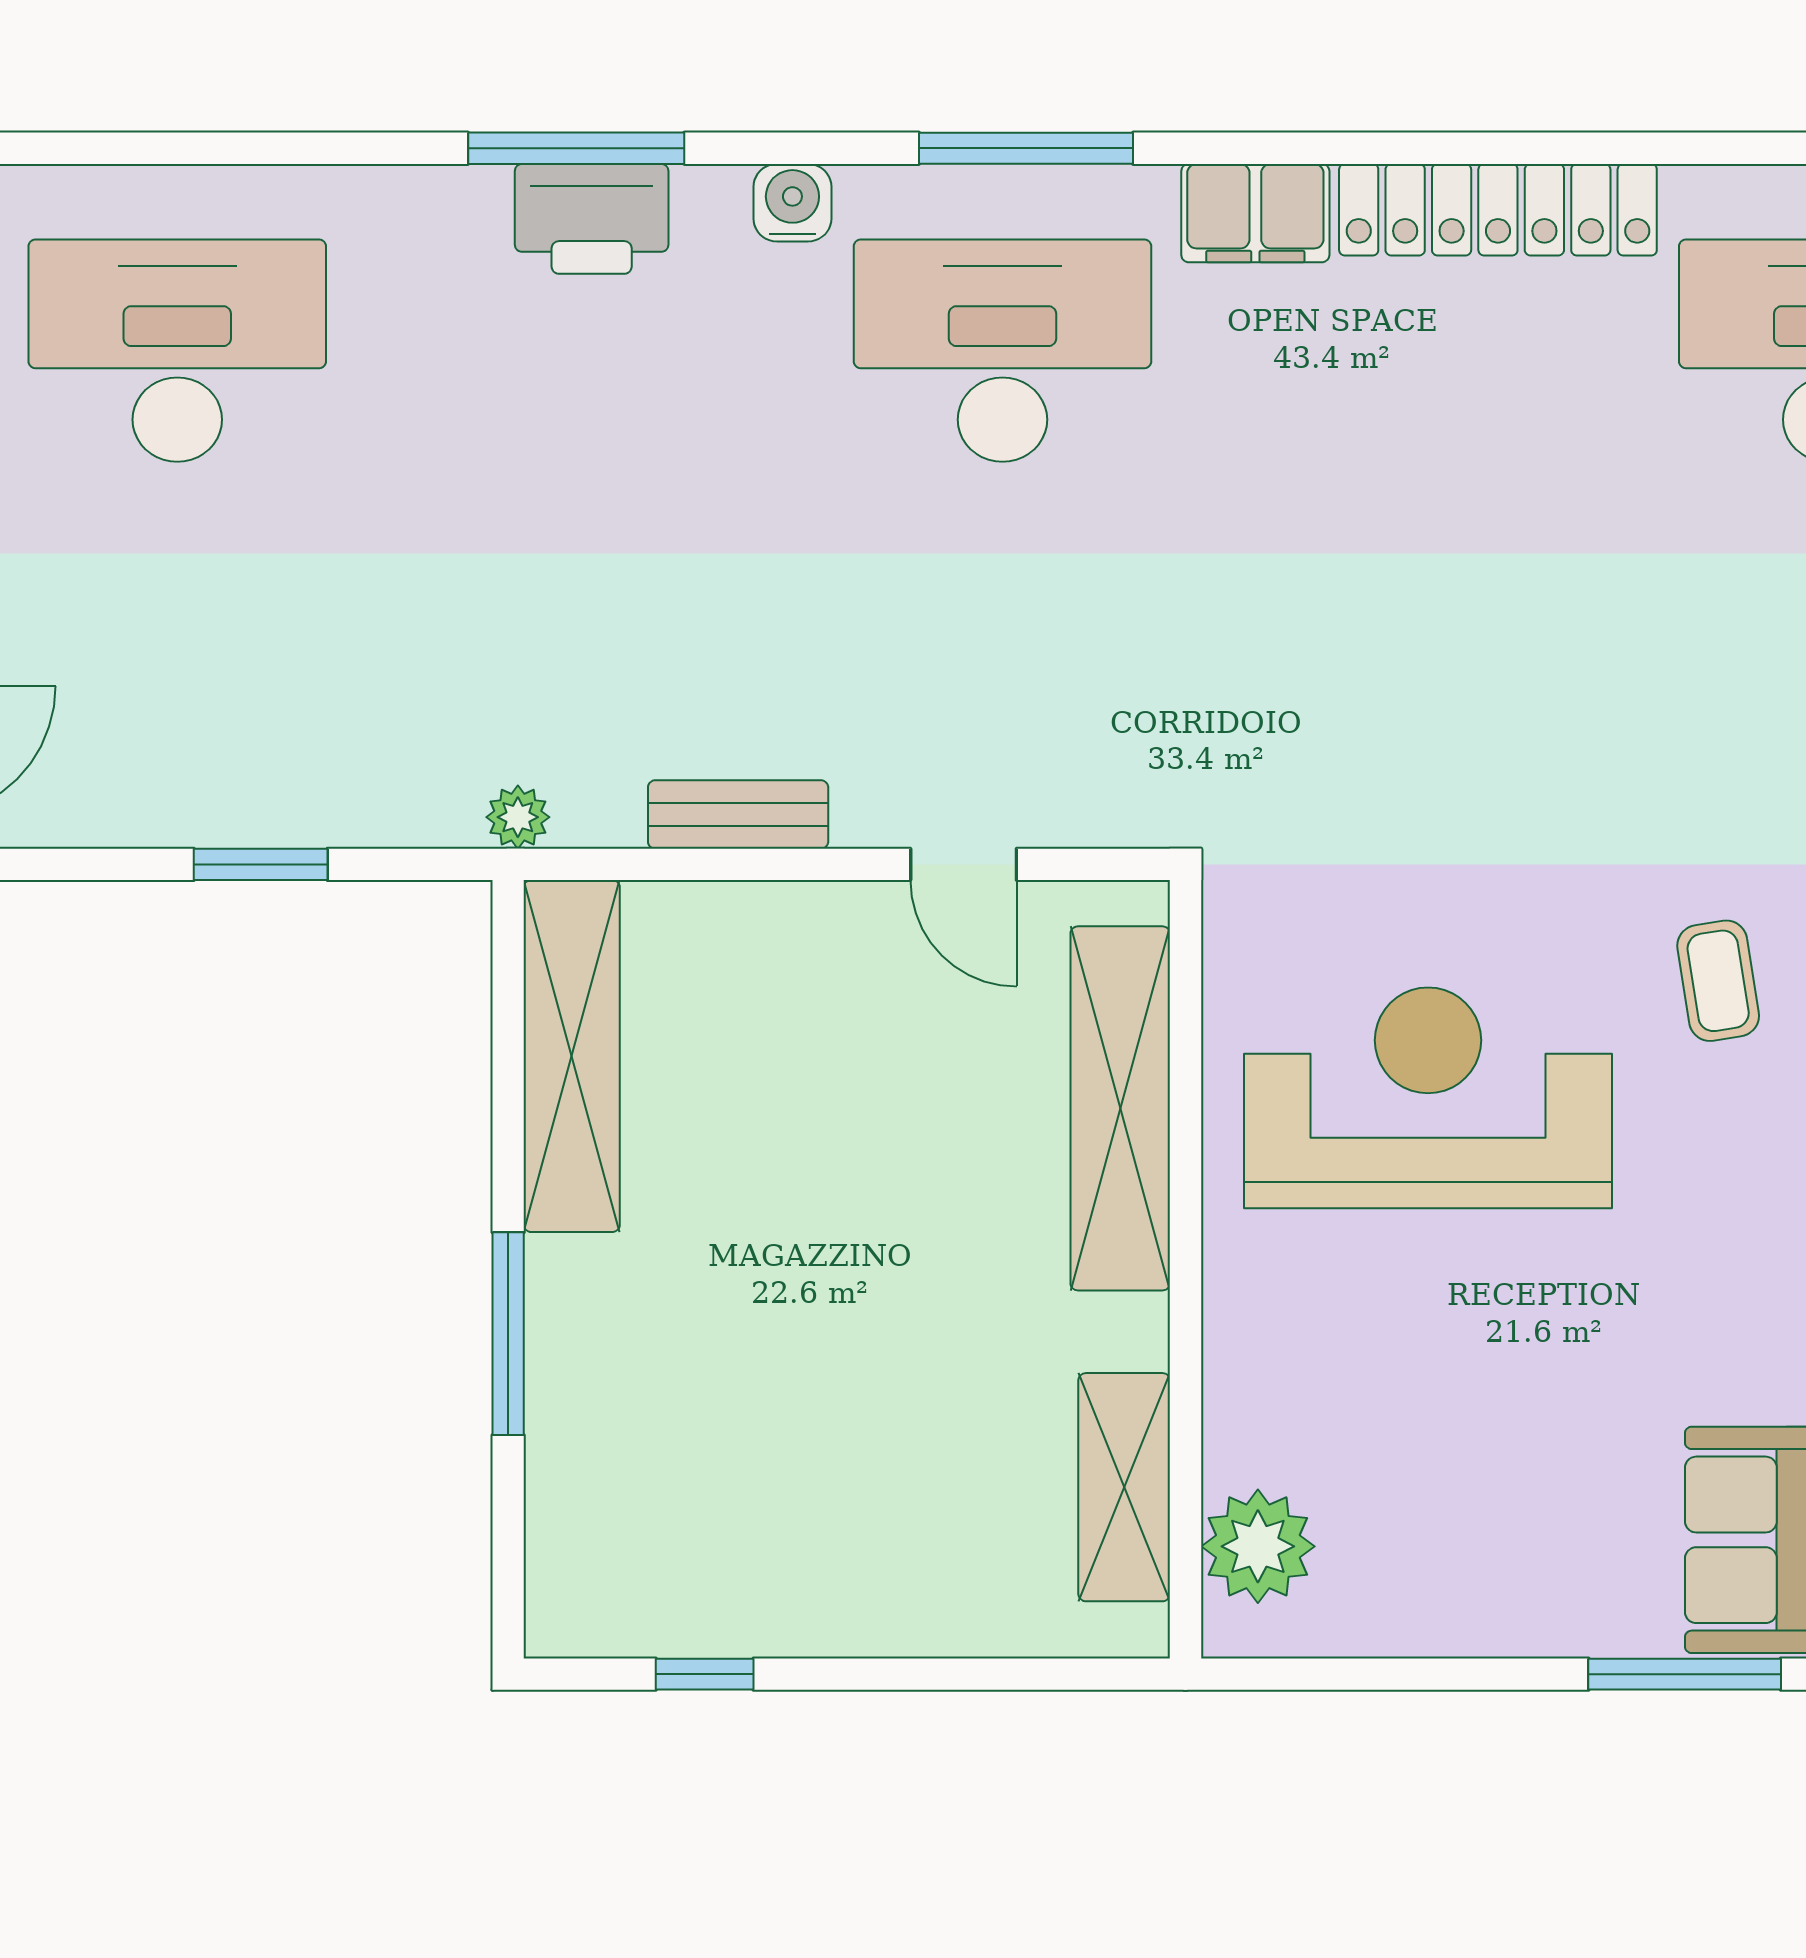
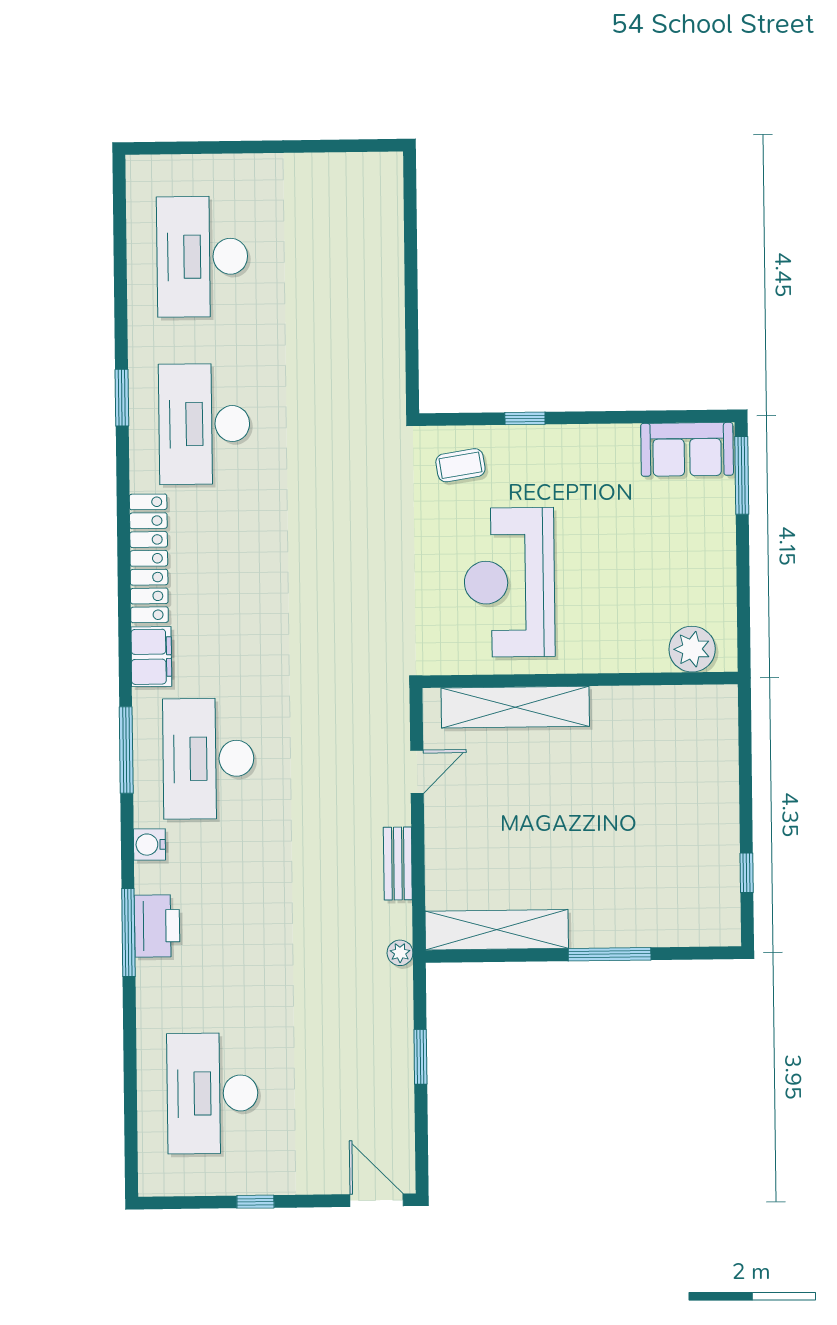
shelving: (1124, 1487) -> (669, 704), removed

